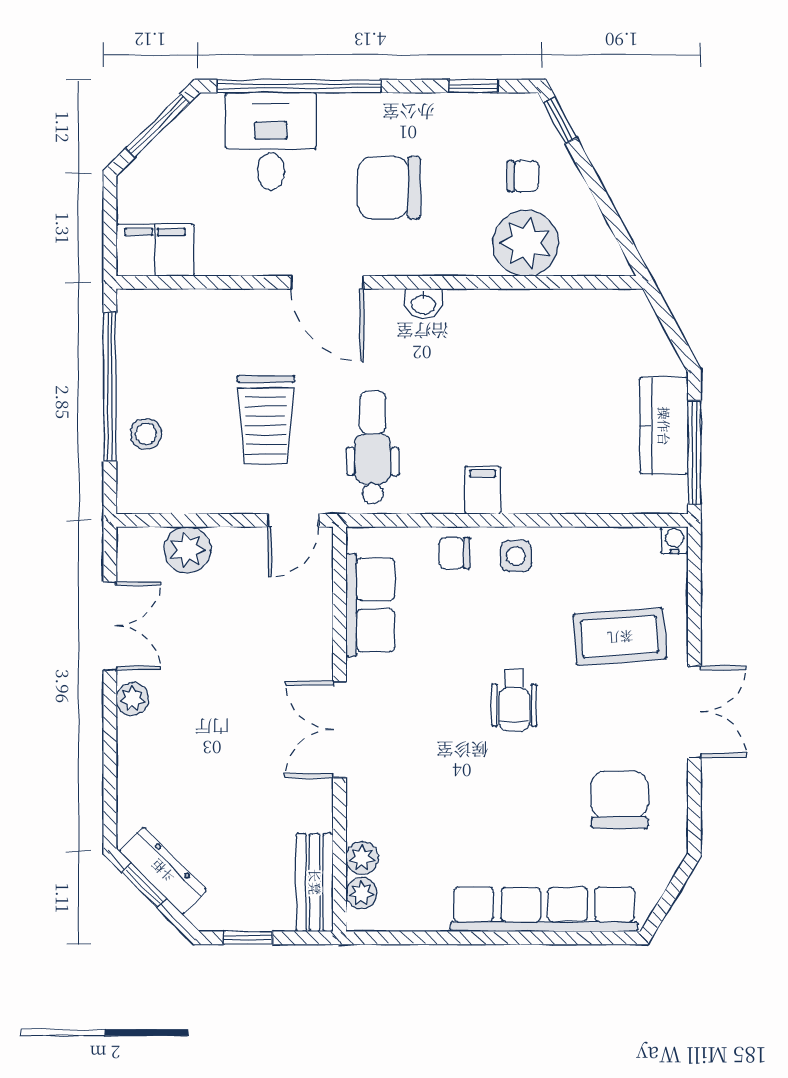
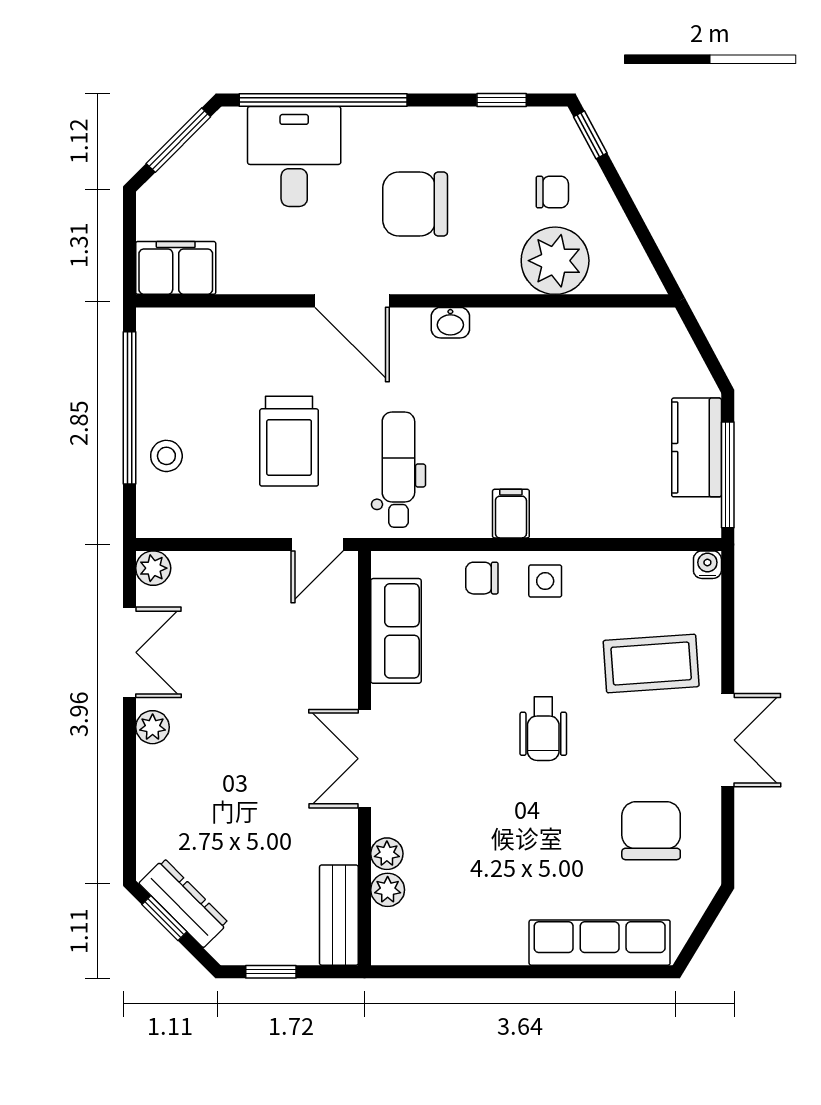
plant: (187, 550) -> (153, 568), moved, width x0.73, depth x0.73
plant: (361, 893) -> (387, 854), moved
row of seats: (544, 909) -> (600, 943), width x0.73

